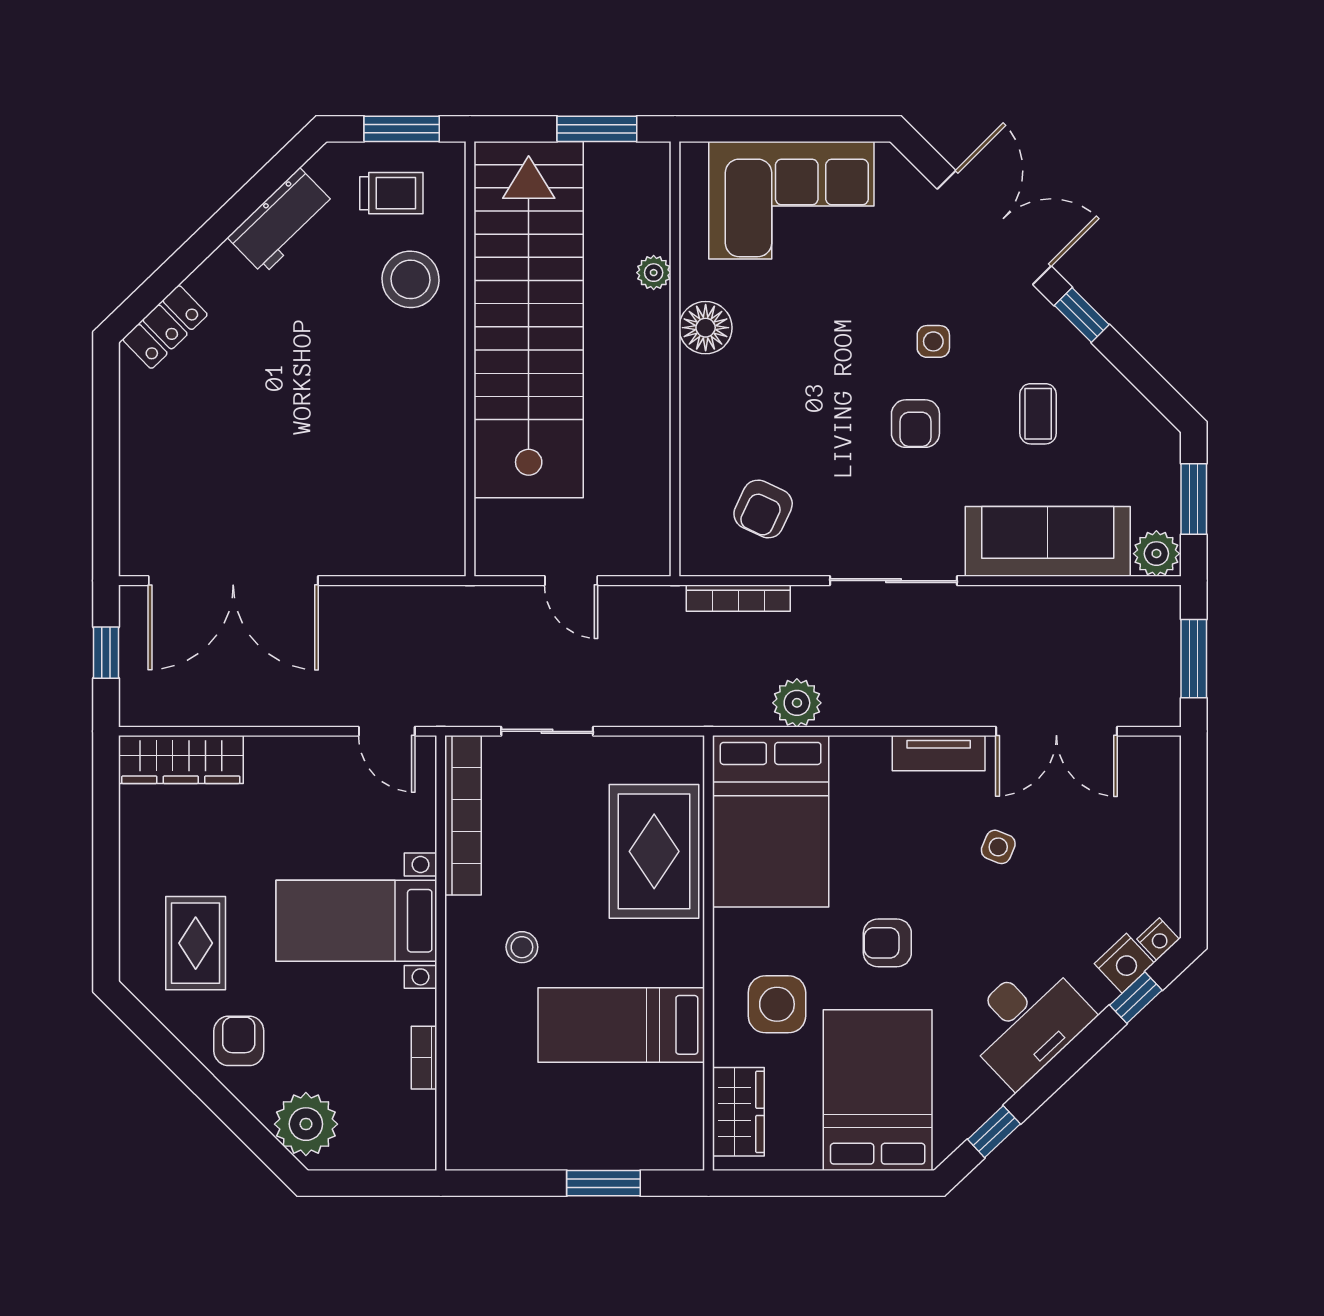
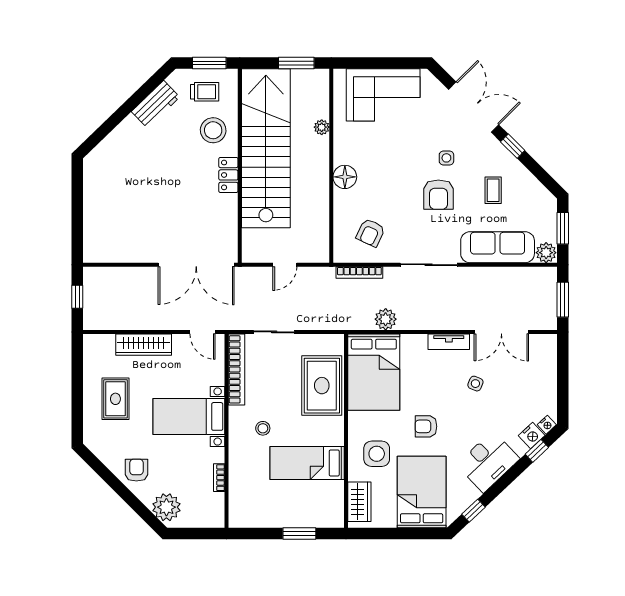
locker: (165, 327) -> (228, 175), moved, turned 134
floor lamp: (706, 328) -> (345, 177), moved
armchair: (915, 424) -> (438, 195), width x1.38, depth x1.38
double door: (233, 581) -> (196, 265), moved
door: (571, 581) -> (285, 265), hinge flipped
wardrobe: (181, 759) -> (144, 345), moved
rug: (196, 943) -> (115, 399), moved

